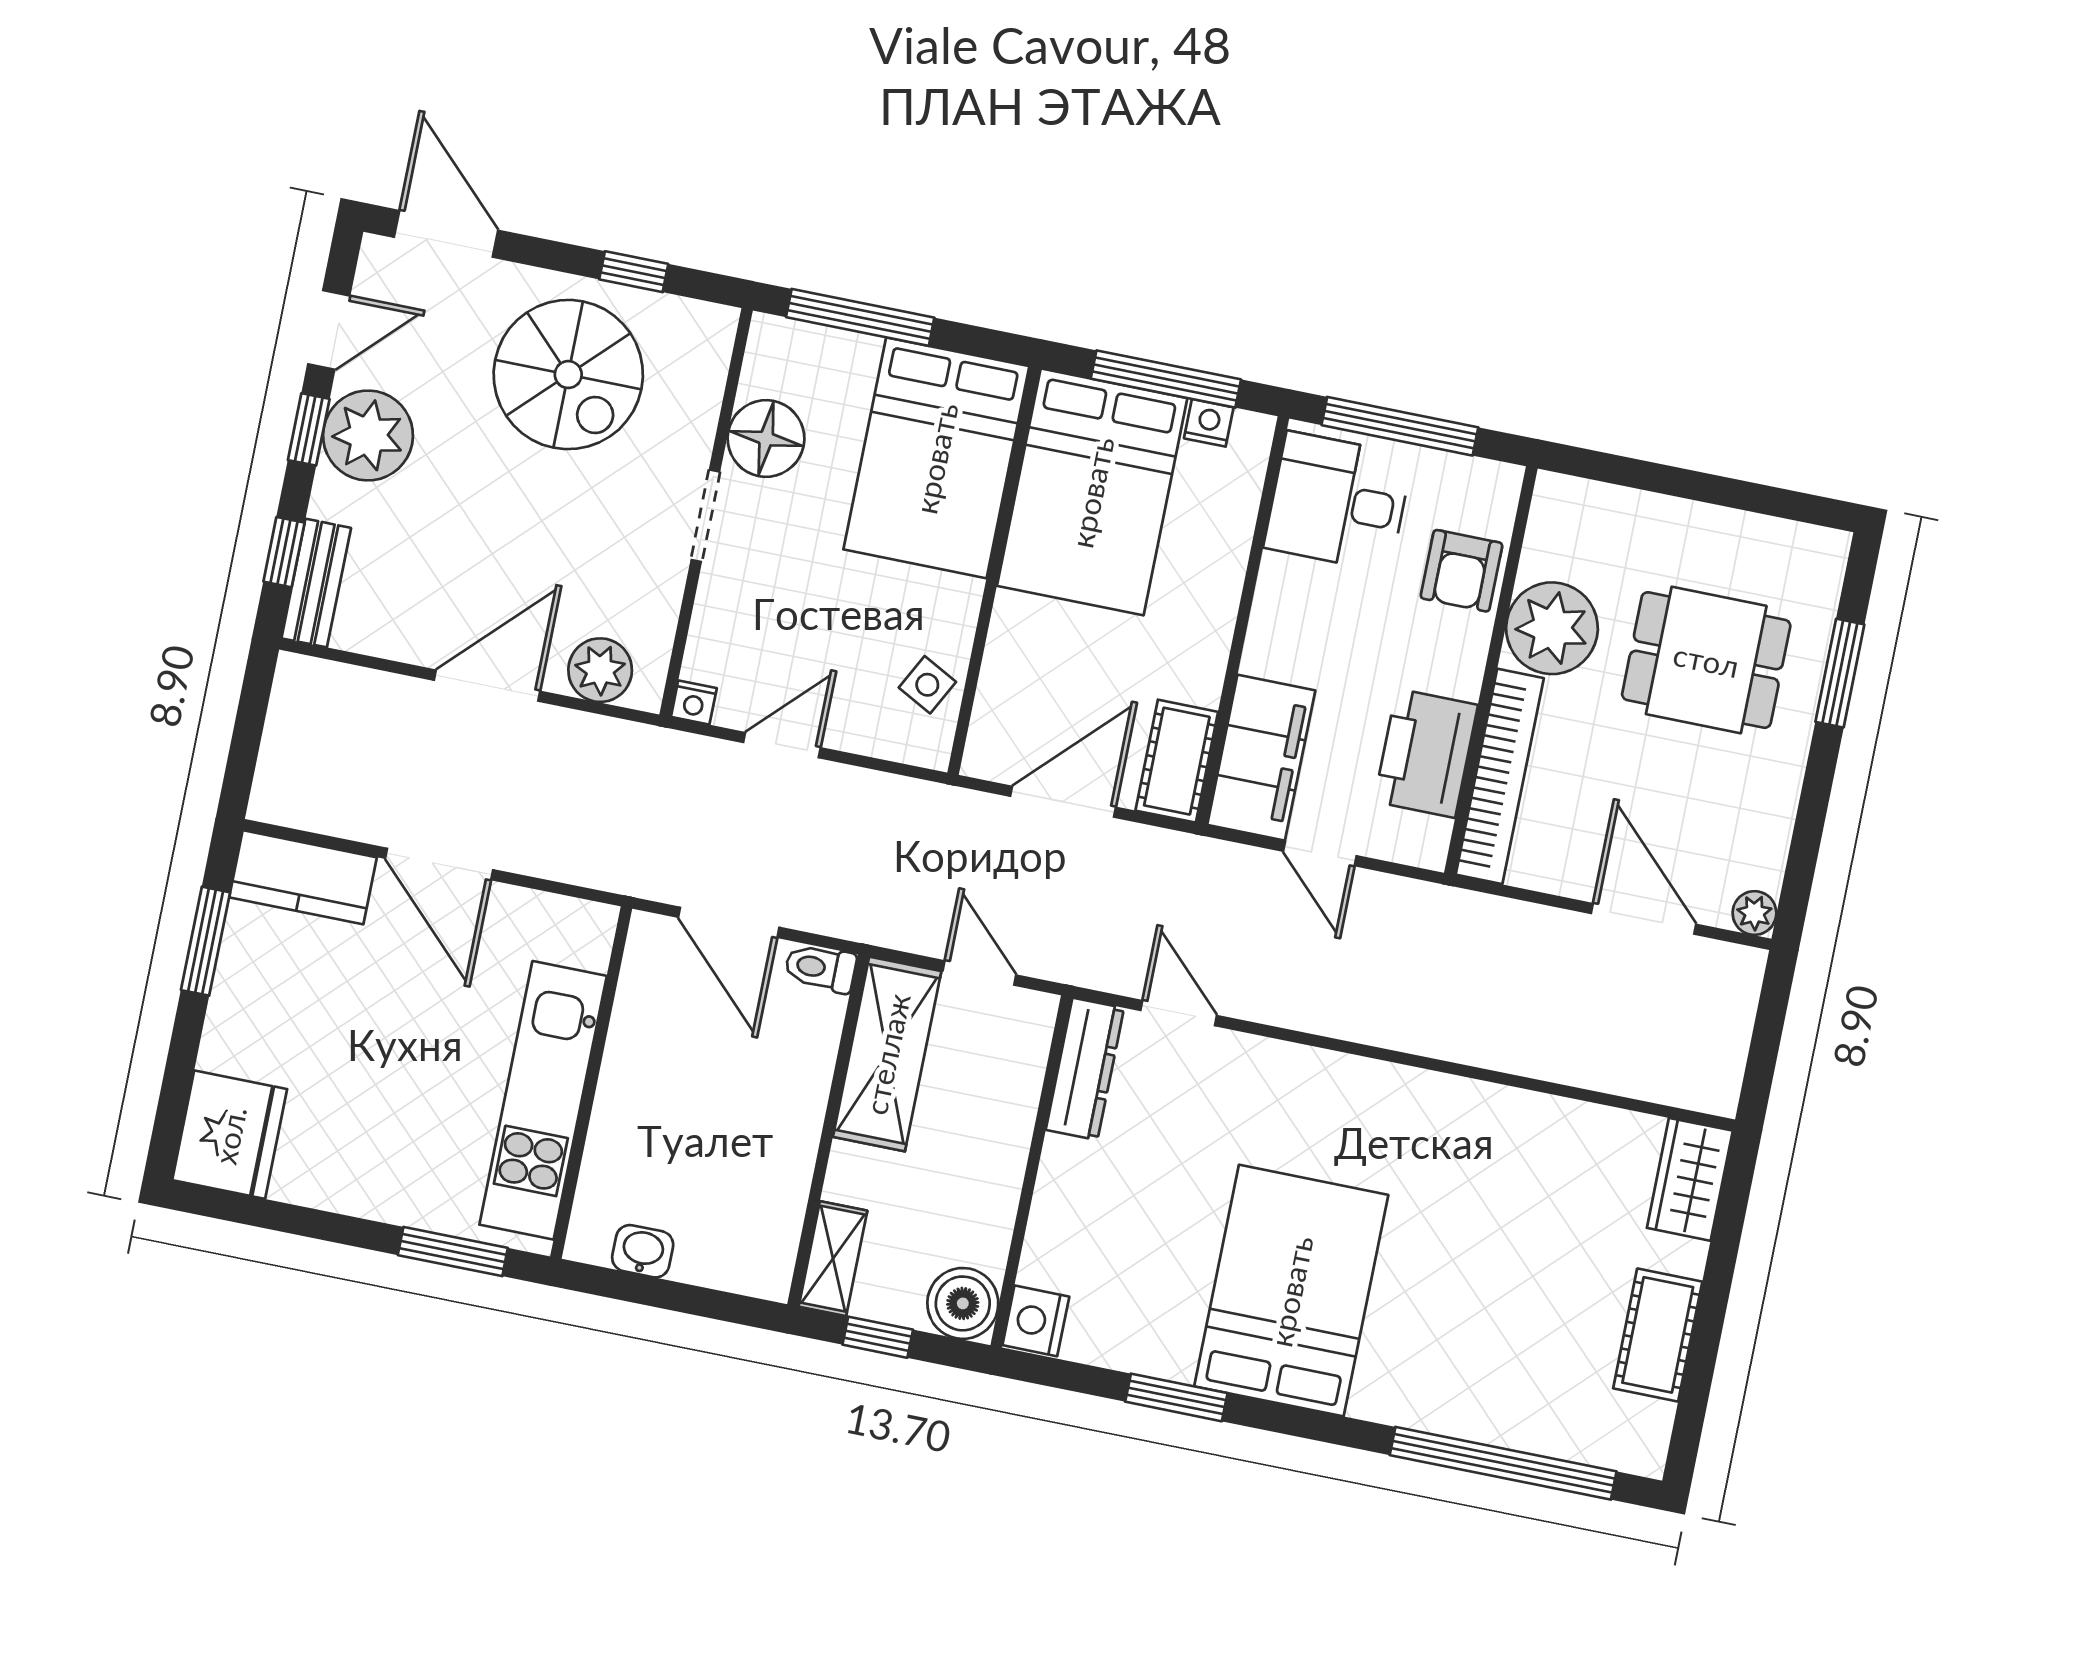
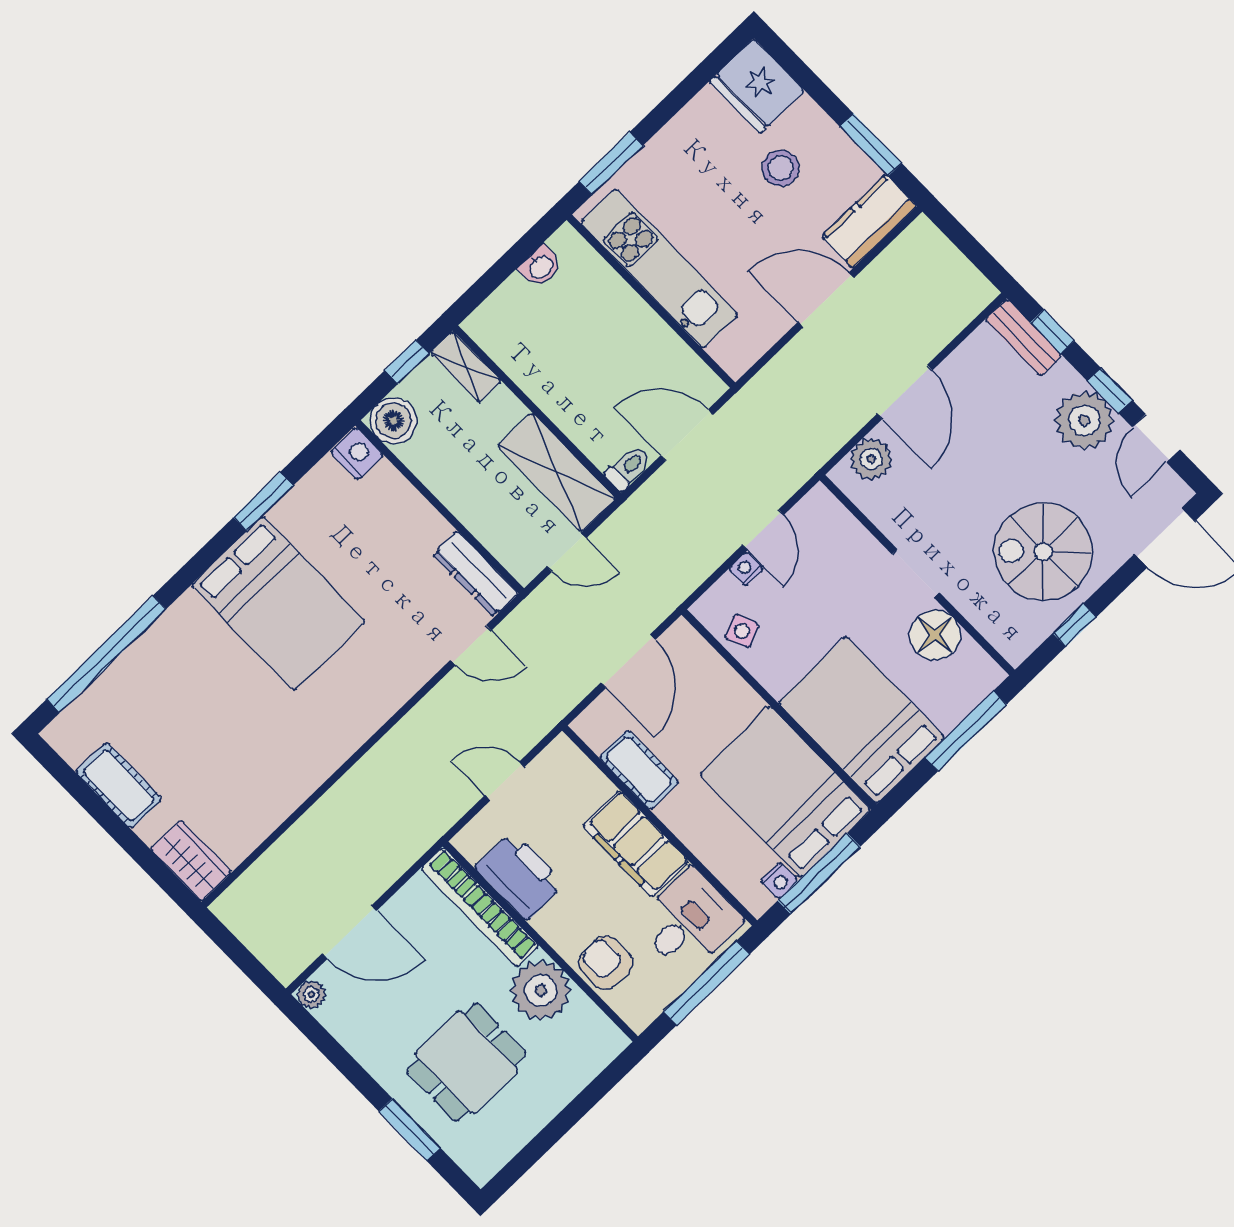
side table: (927, 685) -> (742, 631), turned 38
nightstand: (694, 702) -> (746, 569), moved
filing cabinet: (1261, 758) -> (636, 844), moved
cot: (1177, 761) -> (639, 770), moved
stool: (312, 1034) -> (781, 168), added

